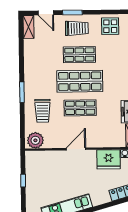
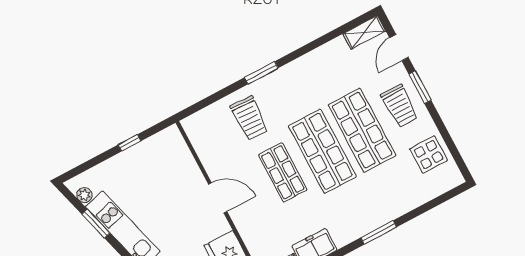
shop shelf: (79, 55) -> (362, 130), width x1.43, depth x1.36
trolley: (43, 111) -> (249, 118), turned -88
plant: (35, 140) -> (199, 130), removed

